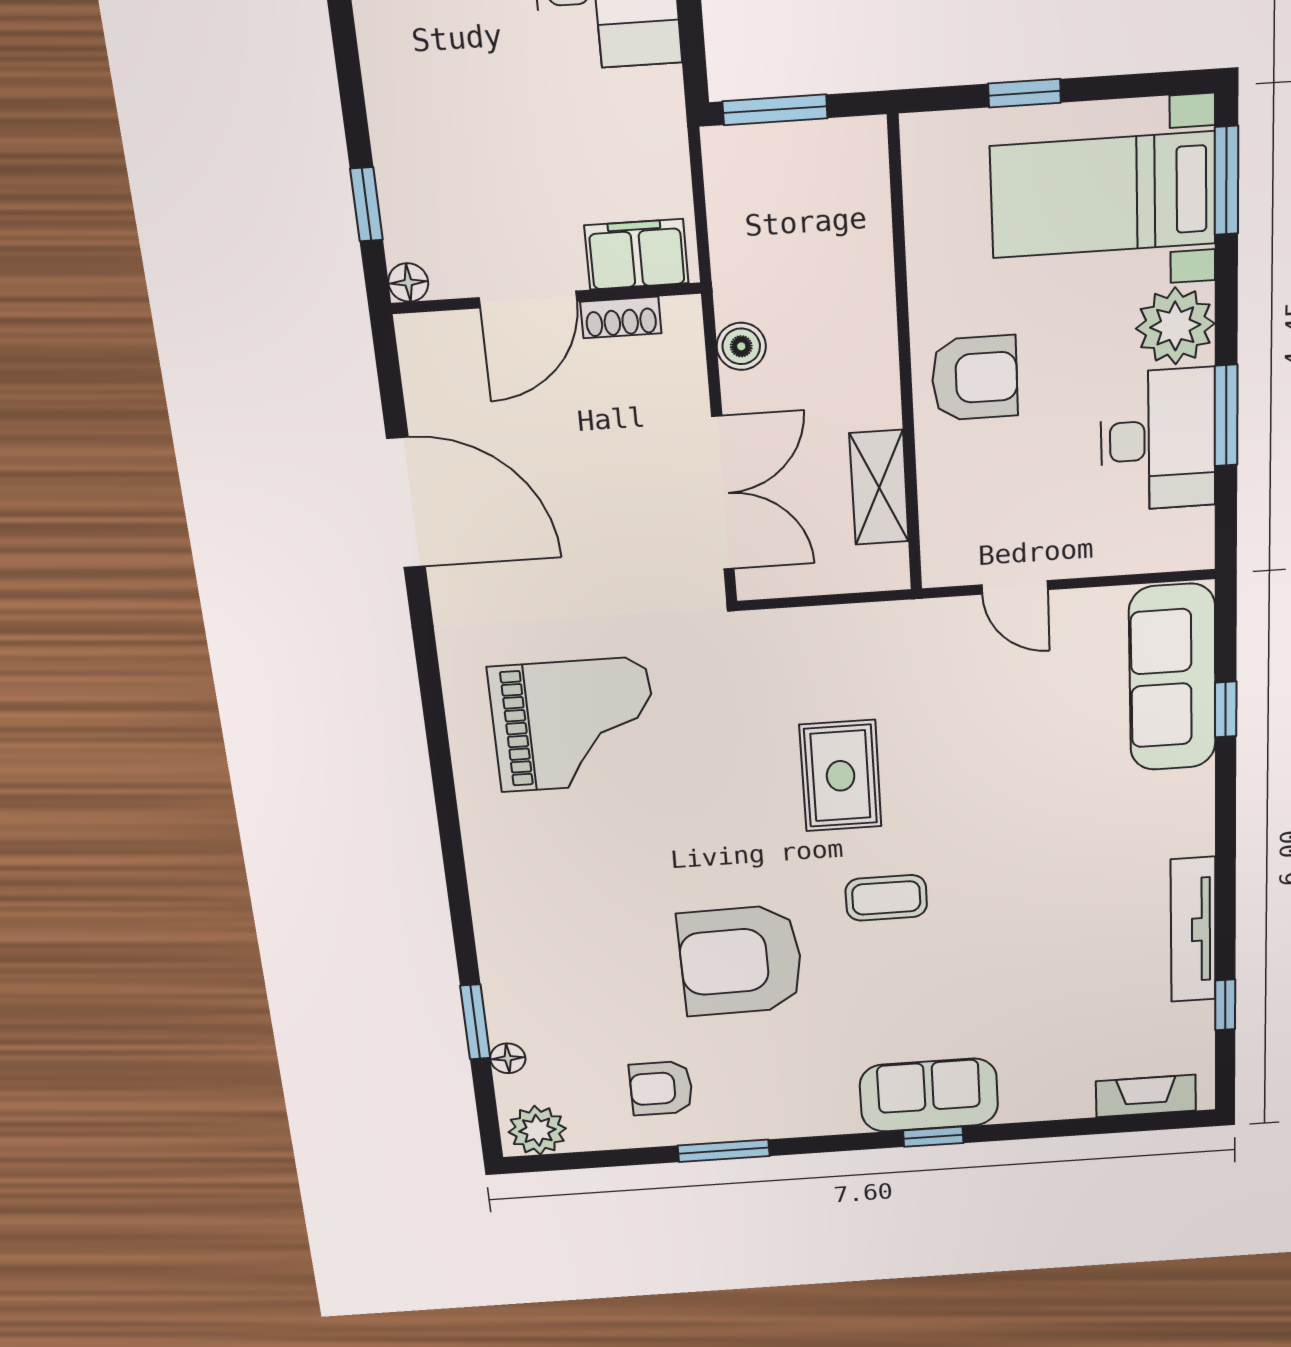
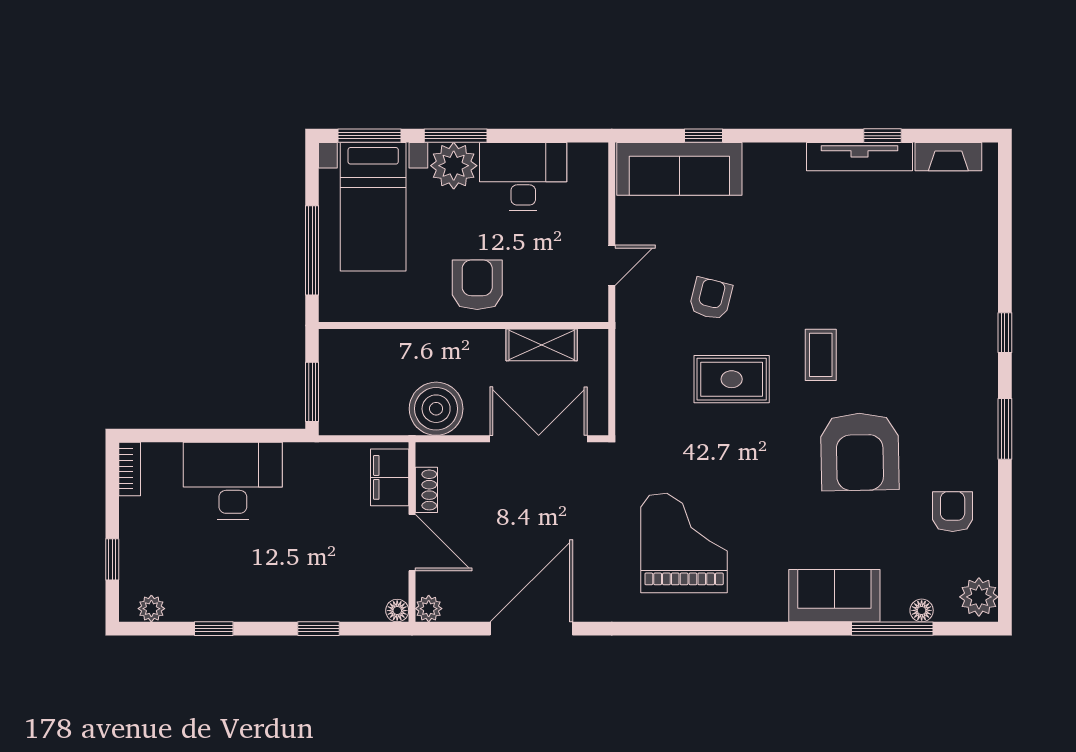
window: (1024, 93) -> (312, 250), width x2.17
window: (366, 204) -> (318, 629), moved
plant: (418, 335) -> (429, 609), added
boiler: (741, 346) -> (436, 409), width x1.86, depth x1.86
window: (1226, 416) -> (456, 136), moved
armchair: (967, 737) -> (711, 299), added
window: (1225, 1005) -> (883, 136), moved
window: (475, 1022) -> (892, 629), width x1.44
armchair: (661, 1088) -> (953, 512), turned 180
sofa: (929, 1095) -> (834, 596), moved, turned 90
fireplace: (1146, 1096) -> (948, 157), moved, turned -90
window: (724, 1151) -> (1005, 429), moved

